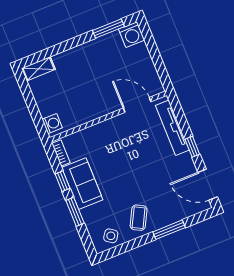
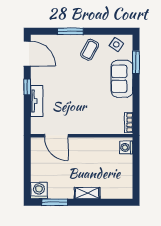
shelving: (38, 69) -> (87, 193), moved
tv unit: (172, 128) -> (37, 101), width x0.71
window: (63, 181) -> (136, 101), removed
sofa: (82, 184) -> (122, 79), moved
window: (75, 212) -> (136, 62), moved

